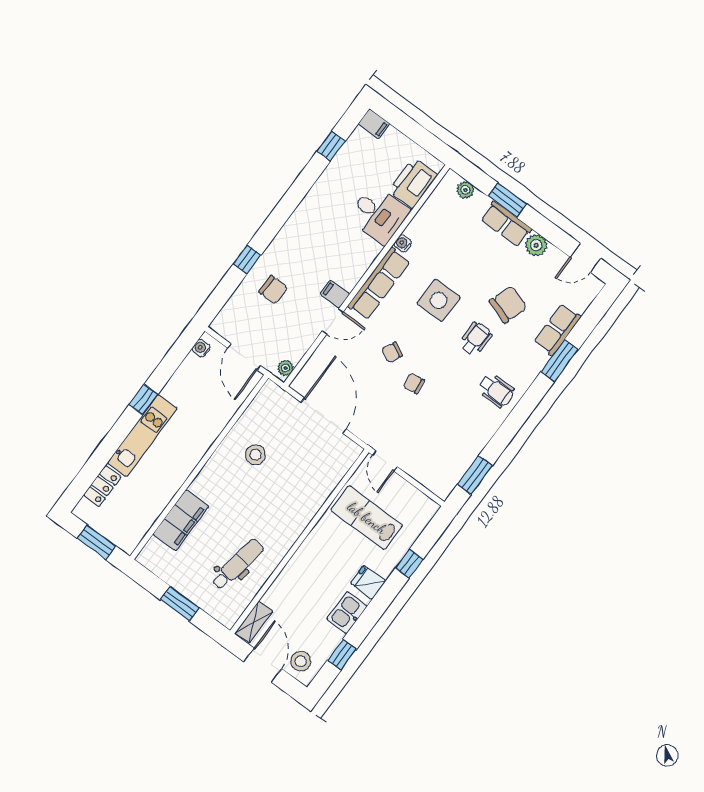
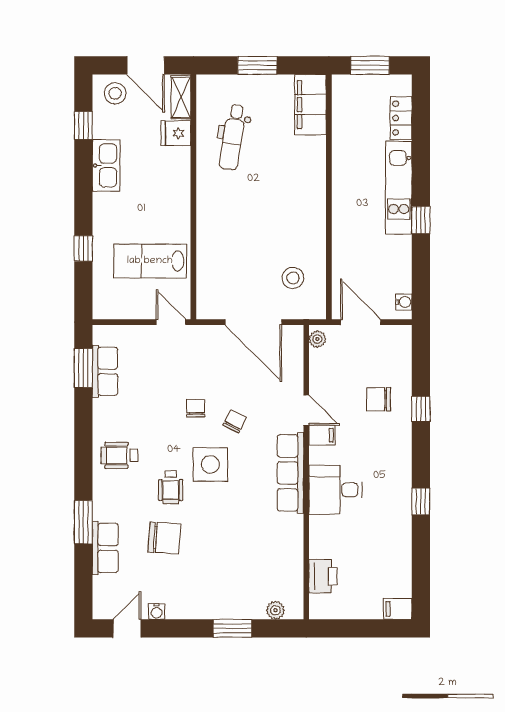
window: (331, 146) -> (421, 501), moved
printer: (413, 183) -> (323, 576), width x0.73, depth x0.84
desk: (378, 214) -> (335, 490), moved
row of seats: (506, 224) -> (105, 371), moved, turned 90
water cooler: (403, 243) -> (157, 612), moved, turned 90
plant: (536, 245) -> (178, 608), removed
side table: (439, 300) -> (210, 464), moved
chair: (508, 304) -> (164, 538), turned -105
door: (333, 321) -> (306, 410), swing flipped
chair: (414, 383) -> (196, 408), turned -82
stool: (256, 455) -> (293, 278), moved
lab bench: (367, 518) -> (150, 261), turned 180
filing cabinet: (181, 520) -> (310, 105), moved
fridge: (368, 582) -> (176, 133), moved, turned 180
kitchen sink: (347, 613) -> (106, 165), width x1.38

